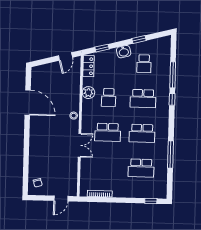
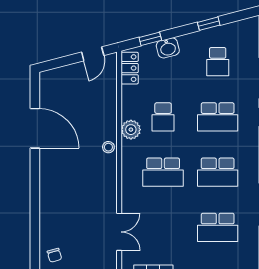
washbasin: (124, 52) -> (168, 48), moved
plant: (88, 93) -> (131, 130), moved
double door: (80, 145) -> (119, 232), moved

